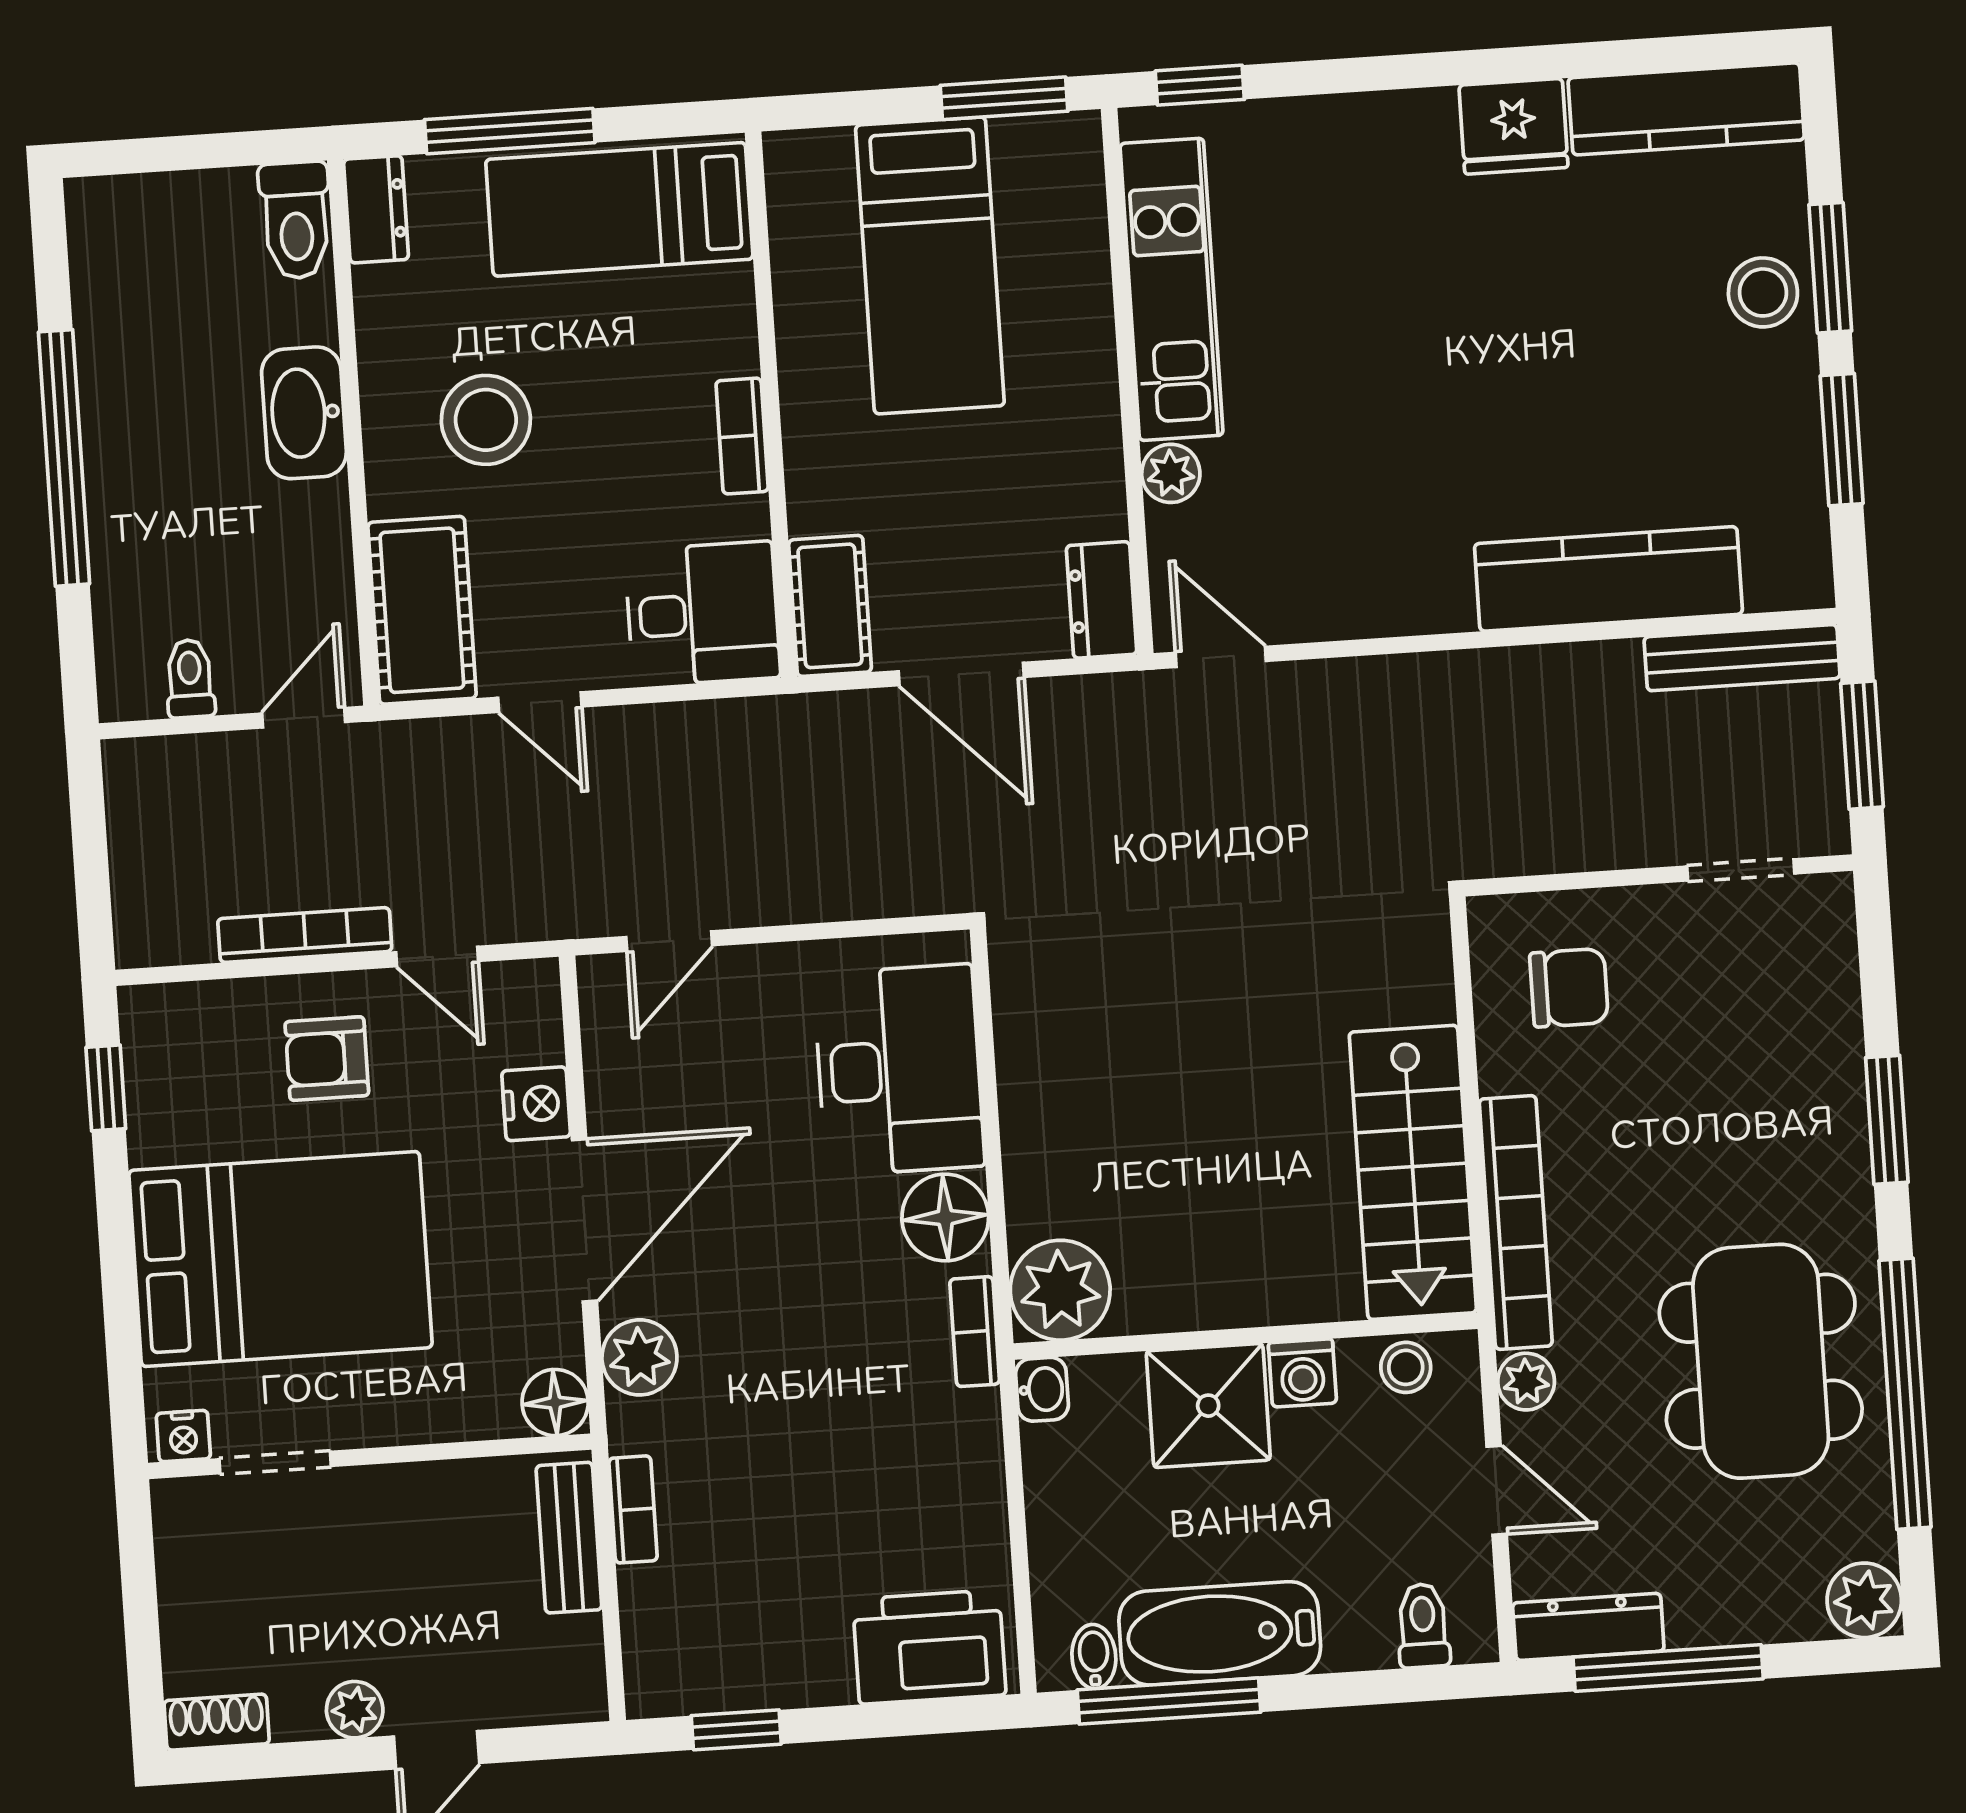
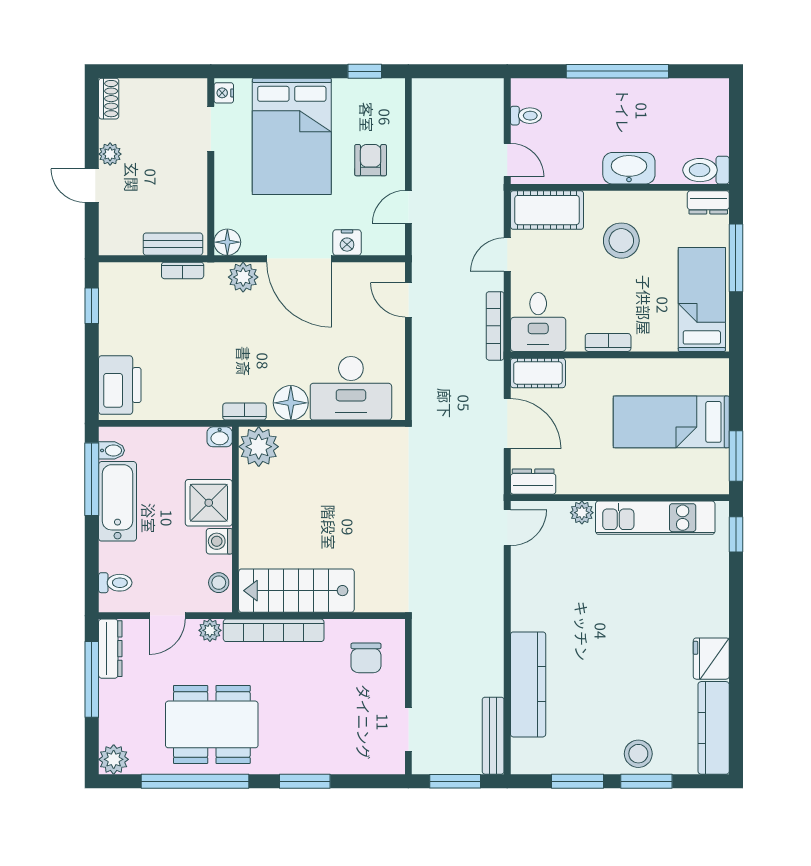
door: (961, 674) -> (507, 424), swing flipped
bookcase: (305, 935) -> (495, 326), moved, turned 180

